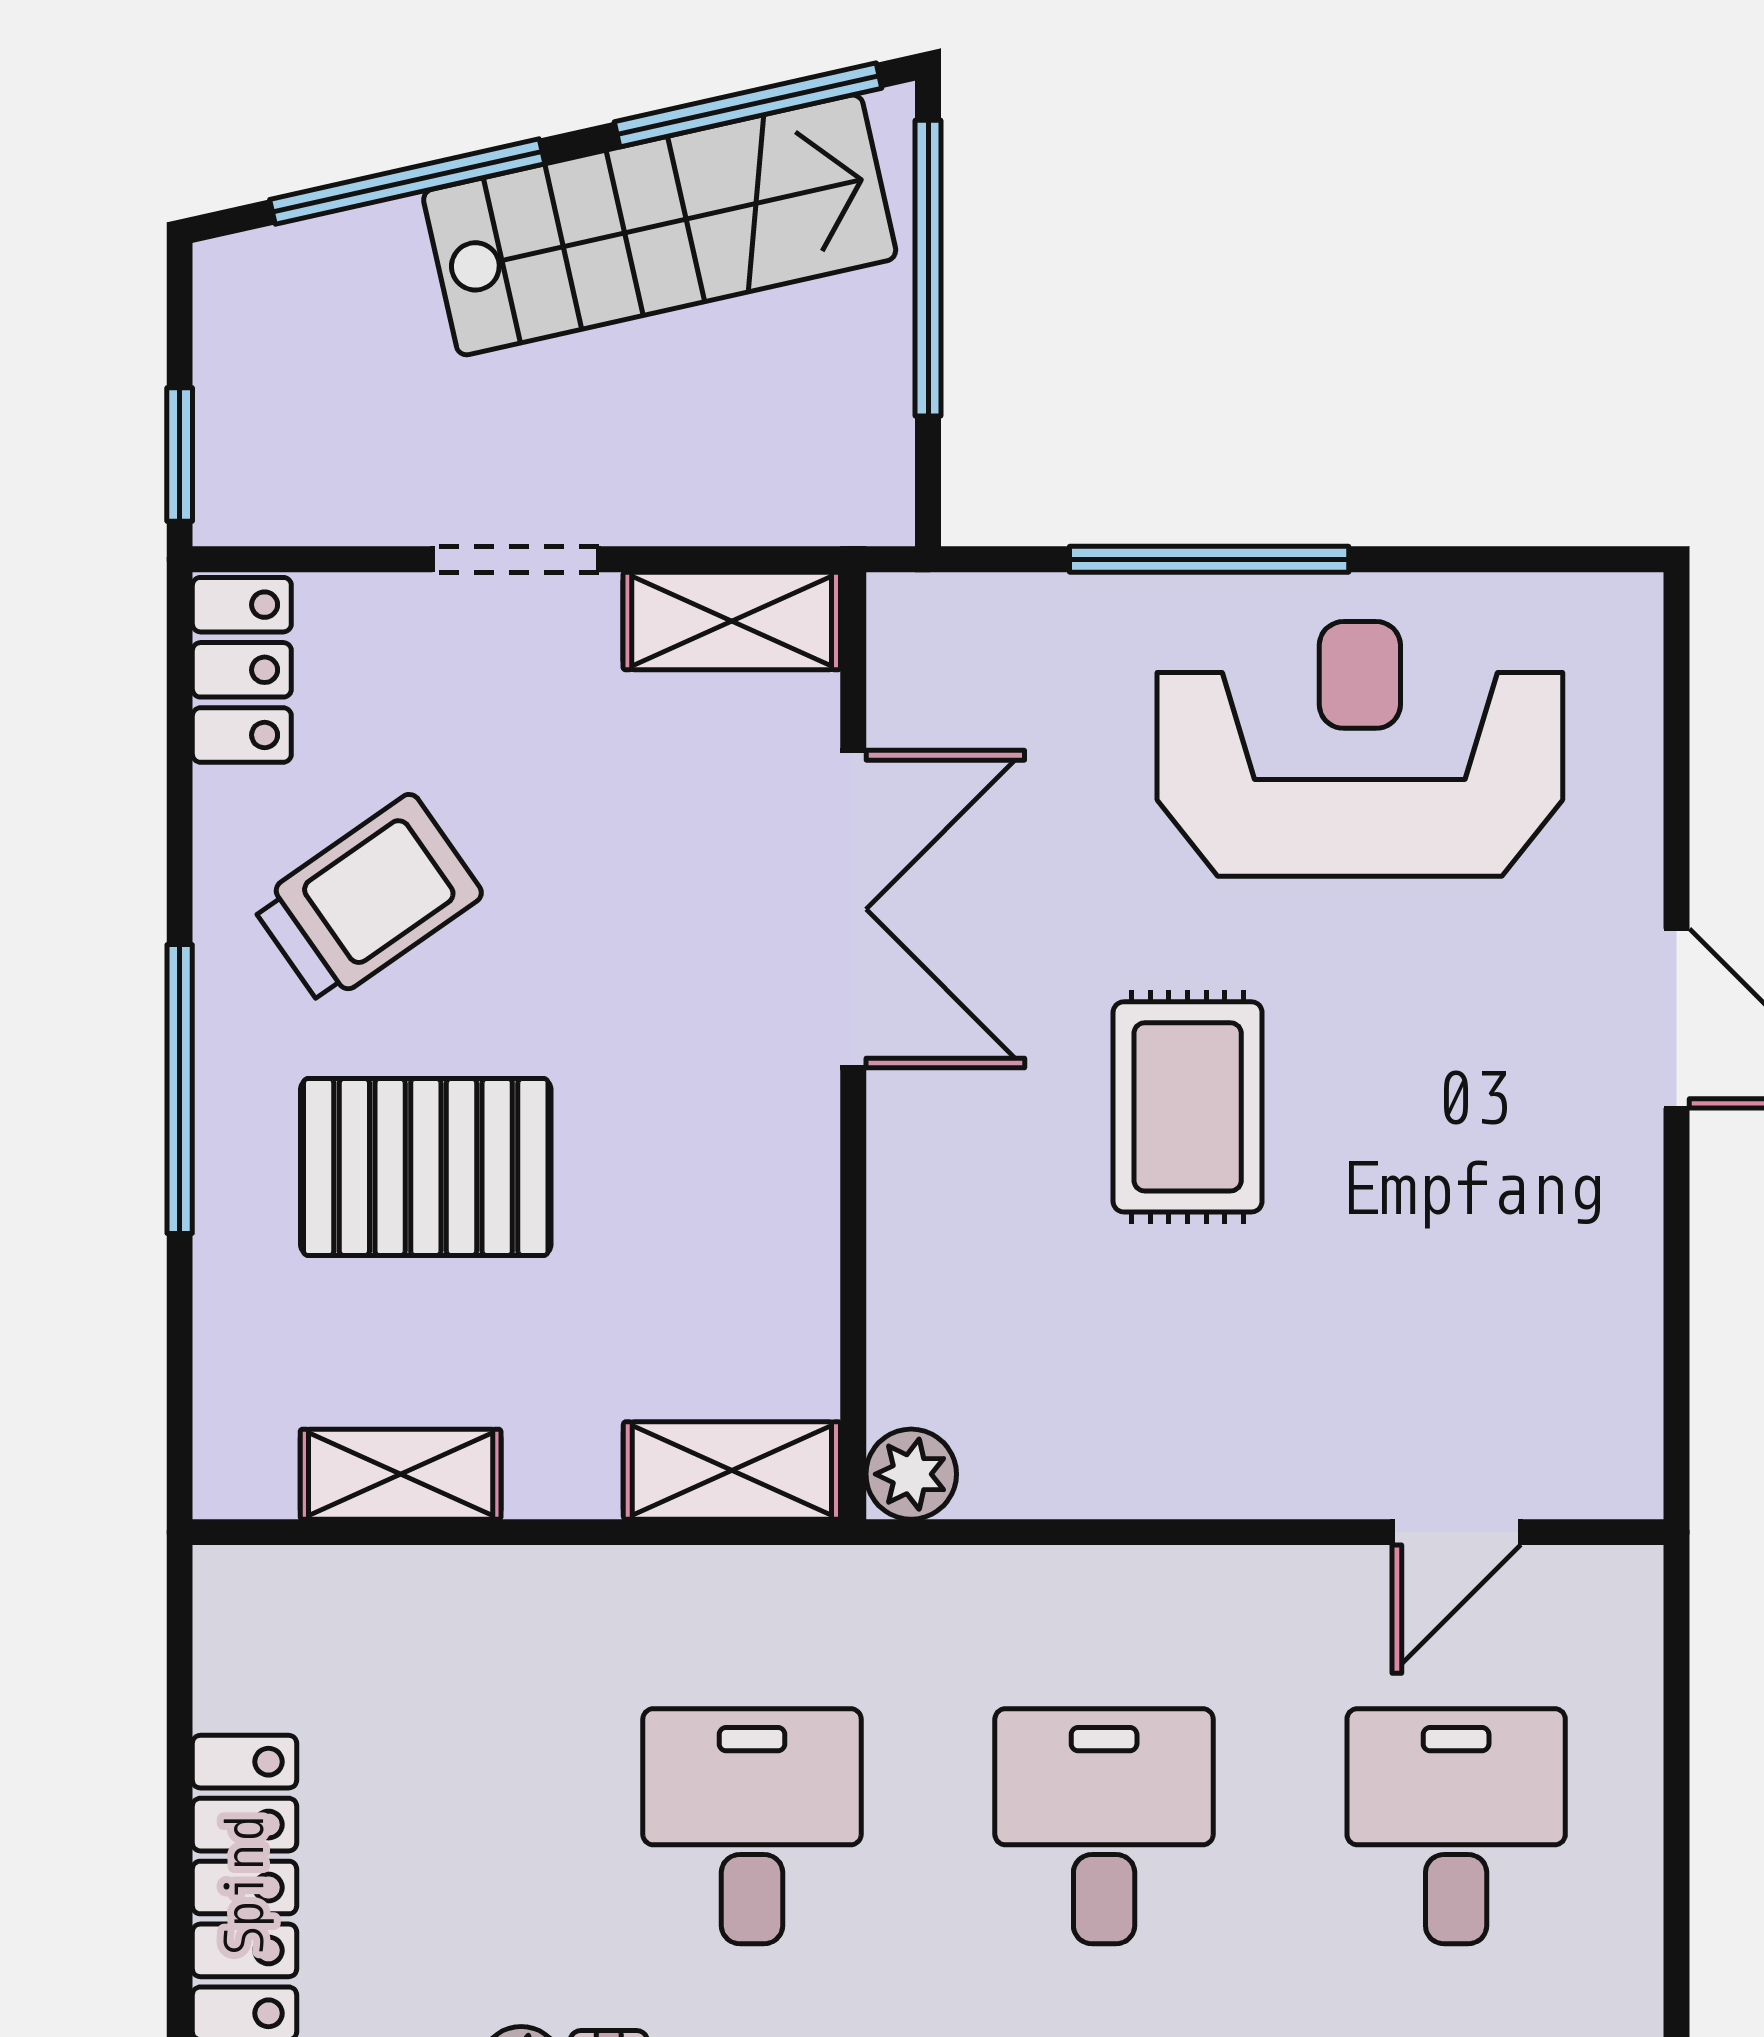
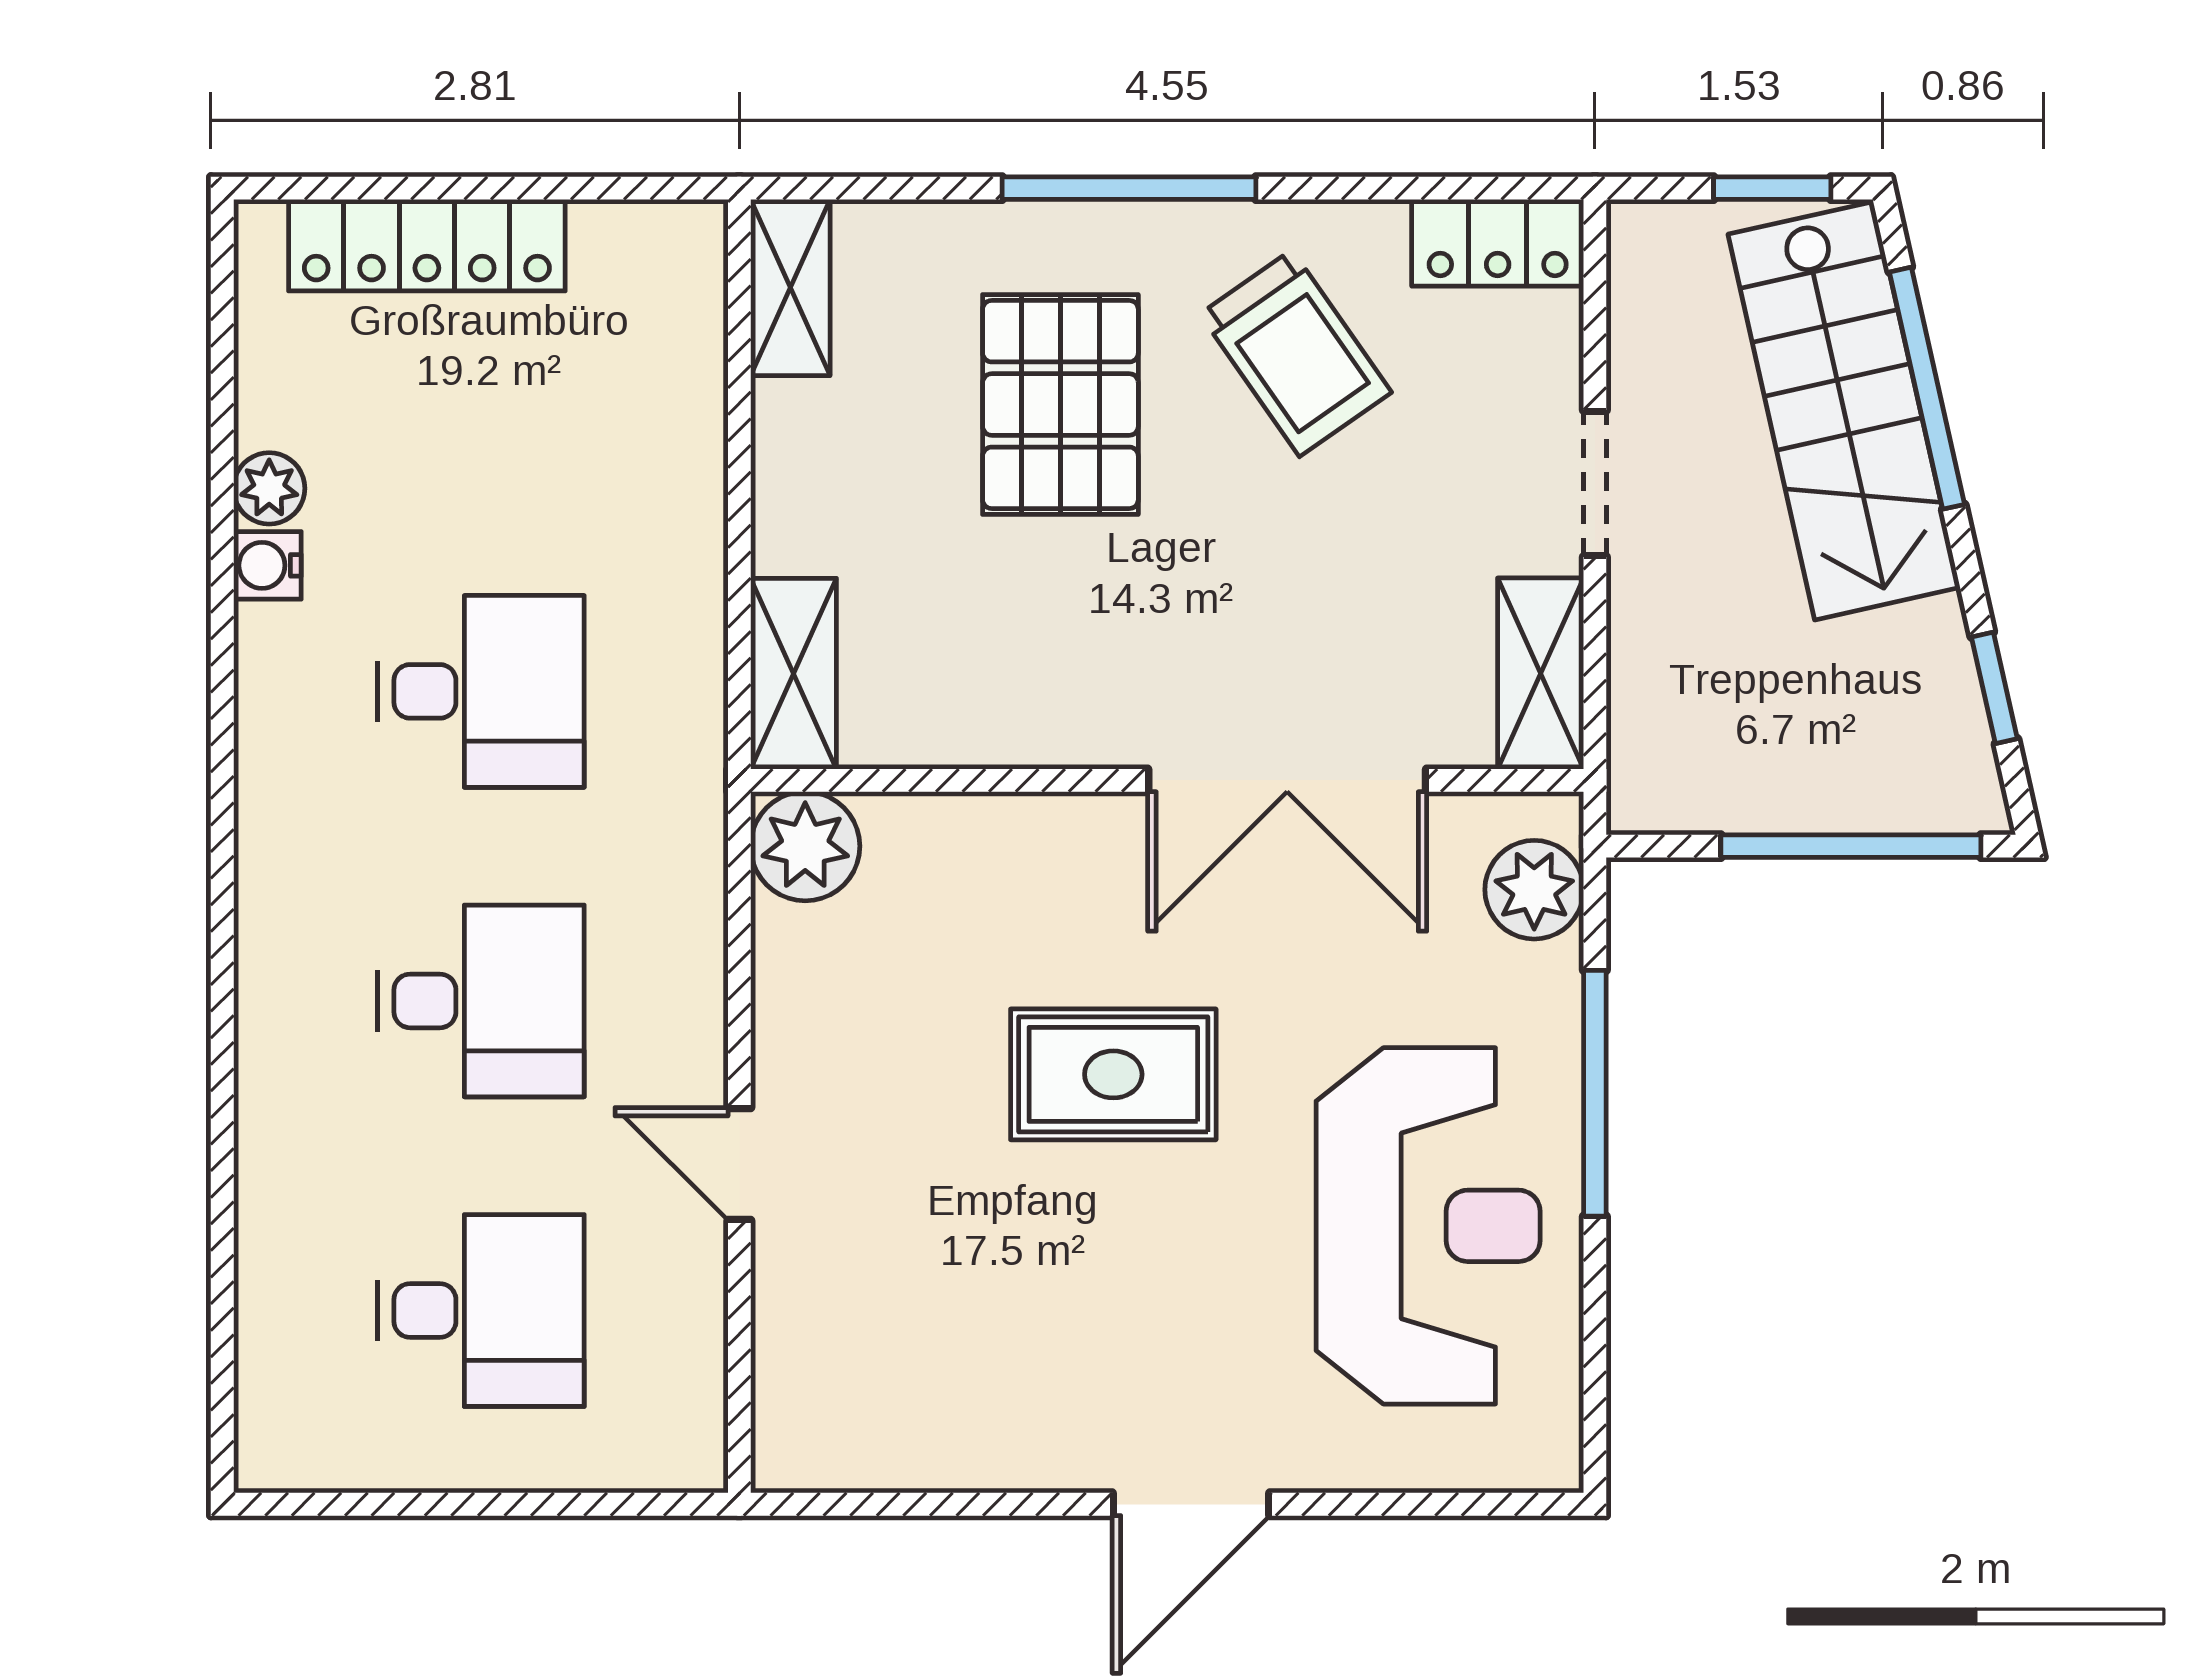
window: (748, 105) -> (1994, 688), width x0.46
stairs: (660, 225) -> (1844, 411), moved
window: (180, 455) -> (1772, 188), moved
plant: (978, 628) -> (1534, 890), added
shelving: (401, 1474) -> (790, 288), moved
plant: (911, 1474) -> (805, 846), width x1.38, depth x1.38
door: (1456, 1532) -> (739, 1164), moved

